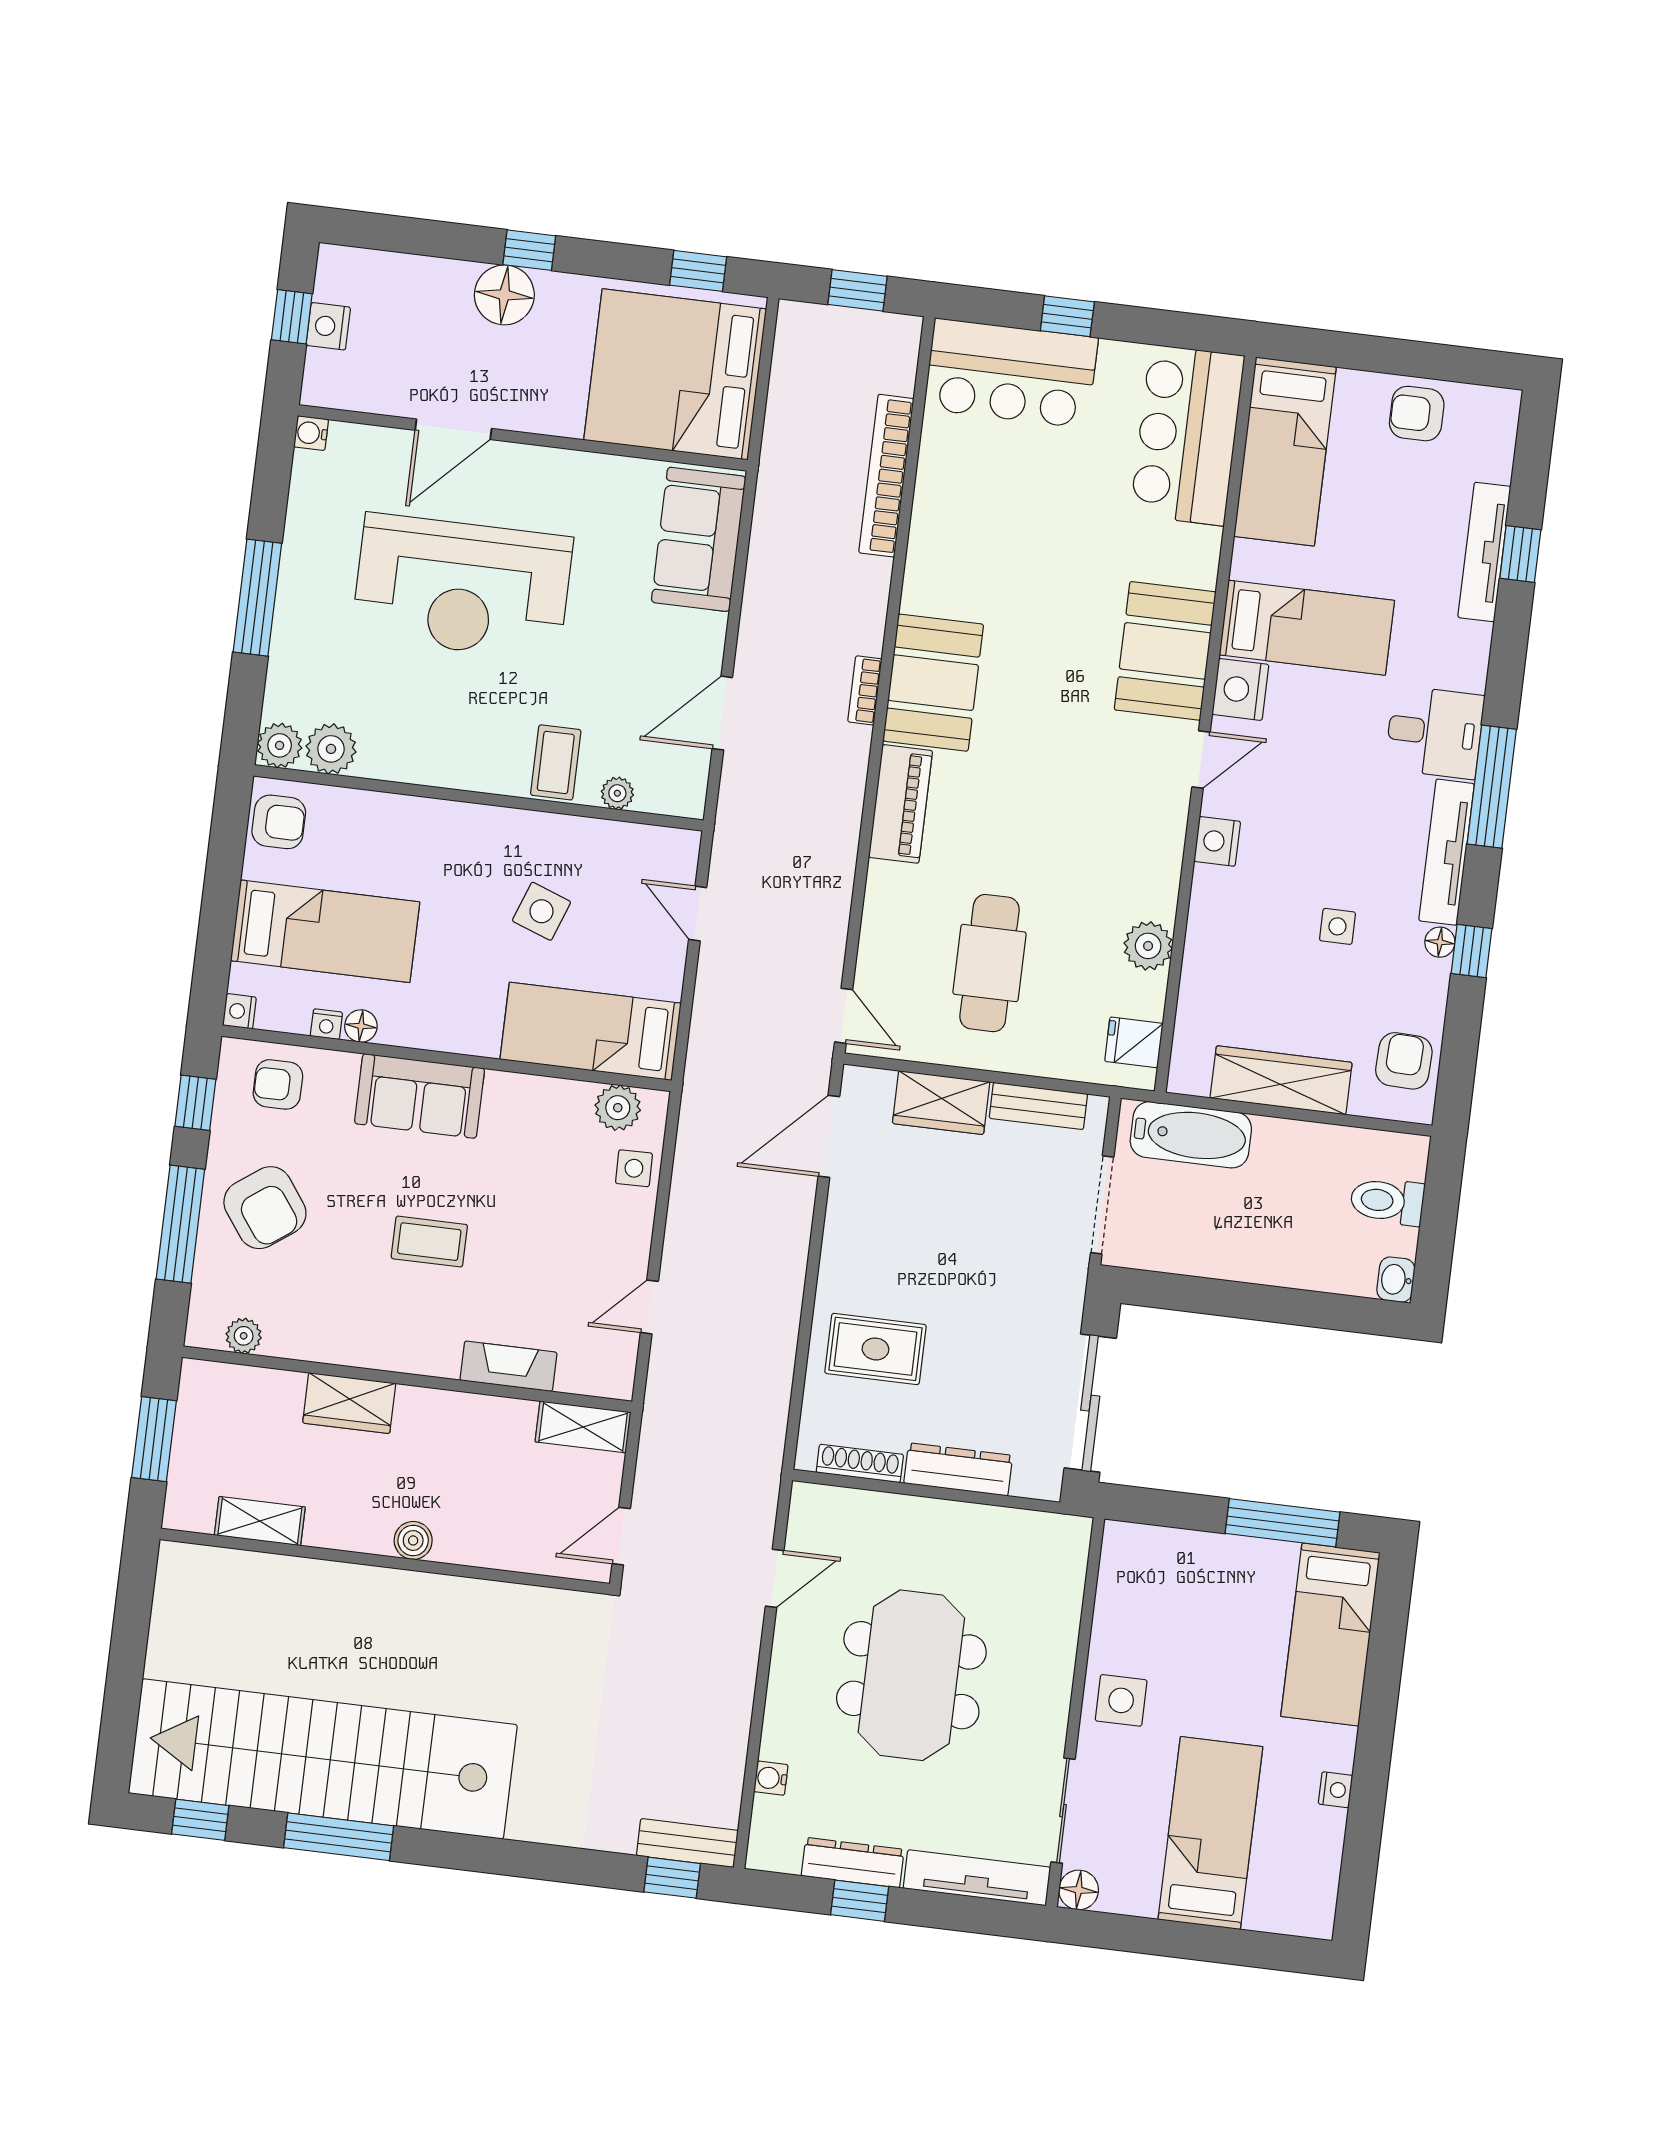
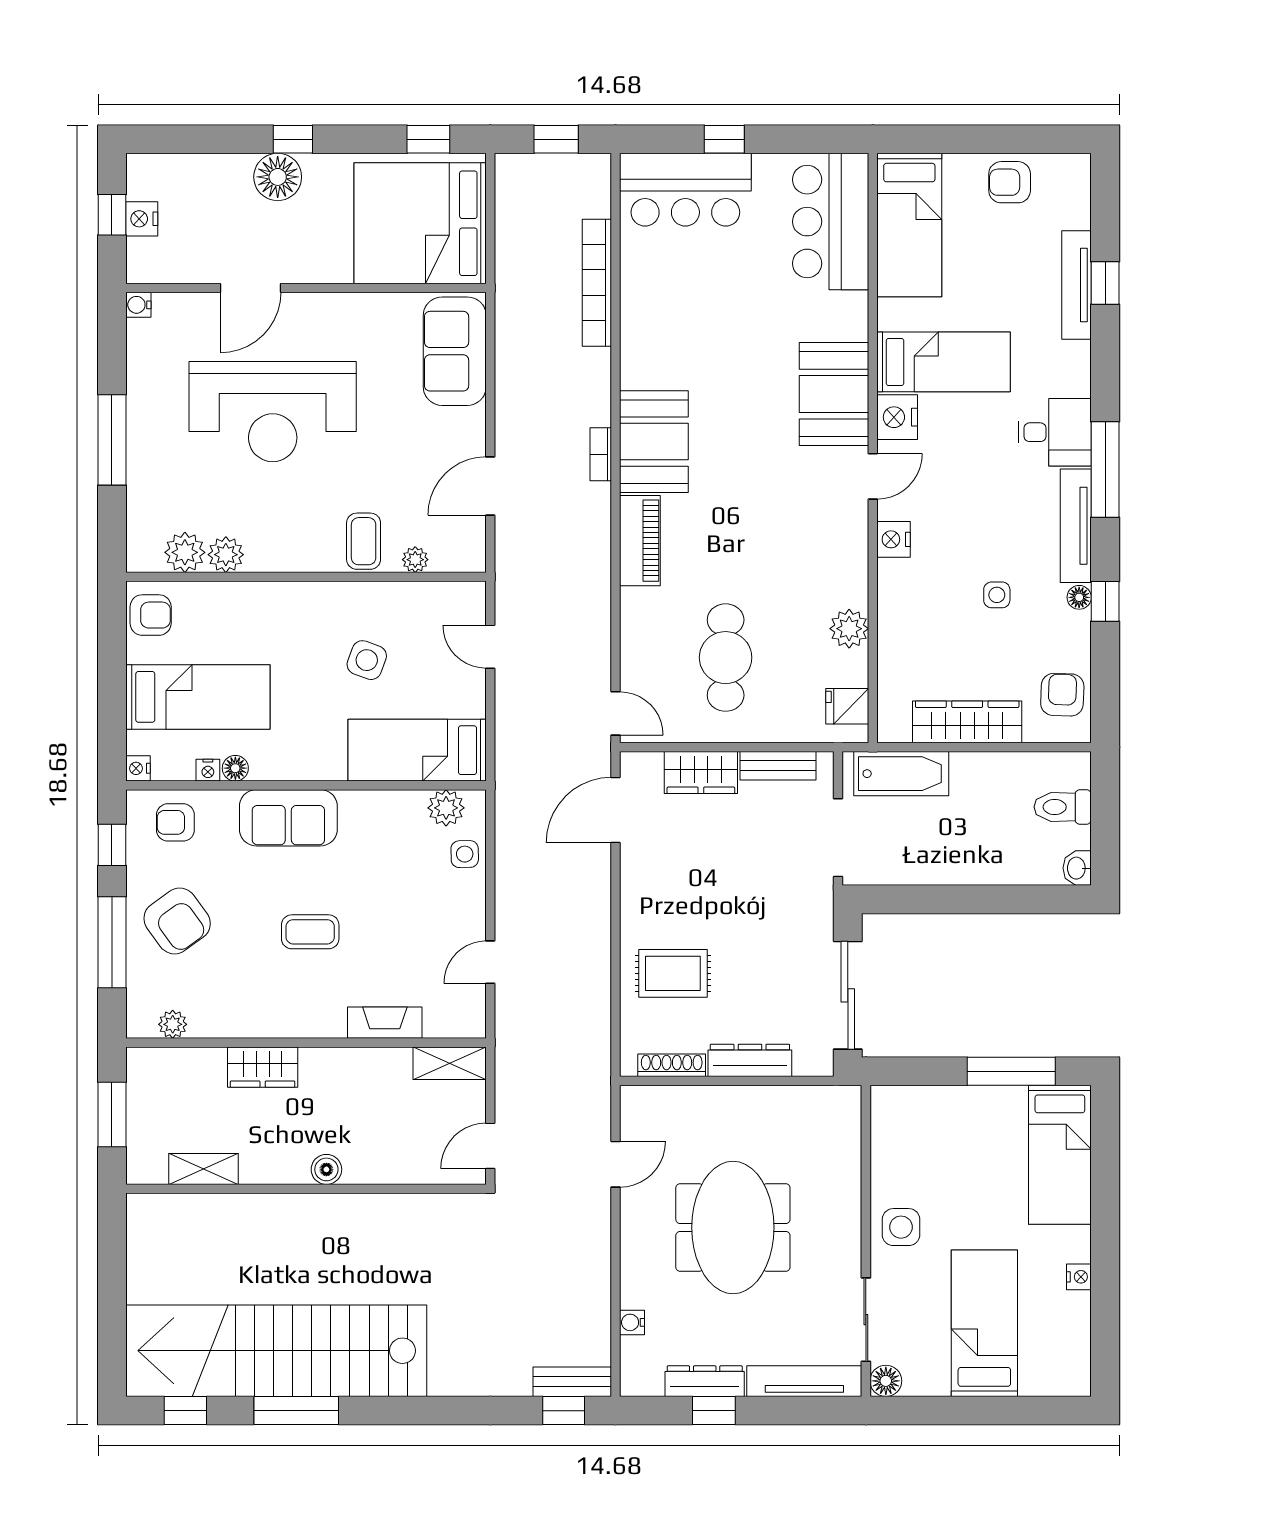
plant: (280, 745) -> (226, 555), moved

